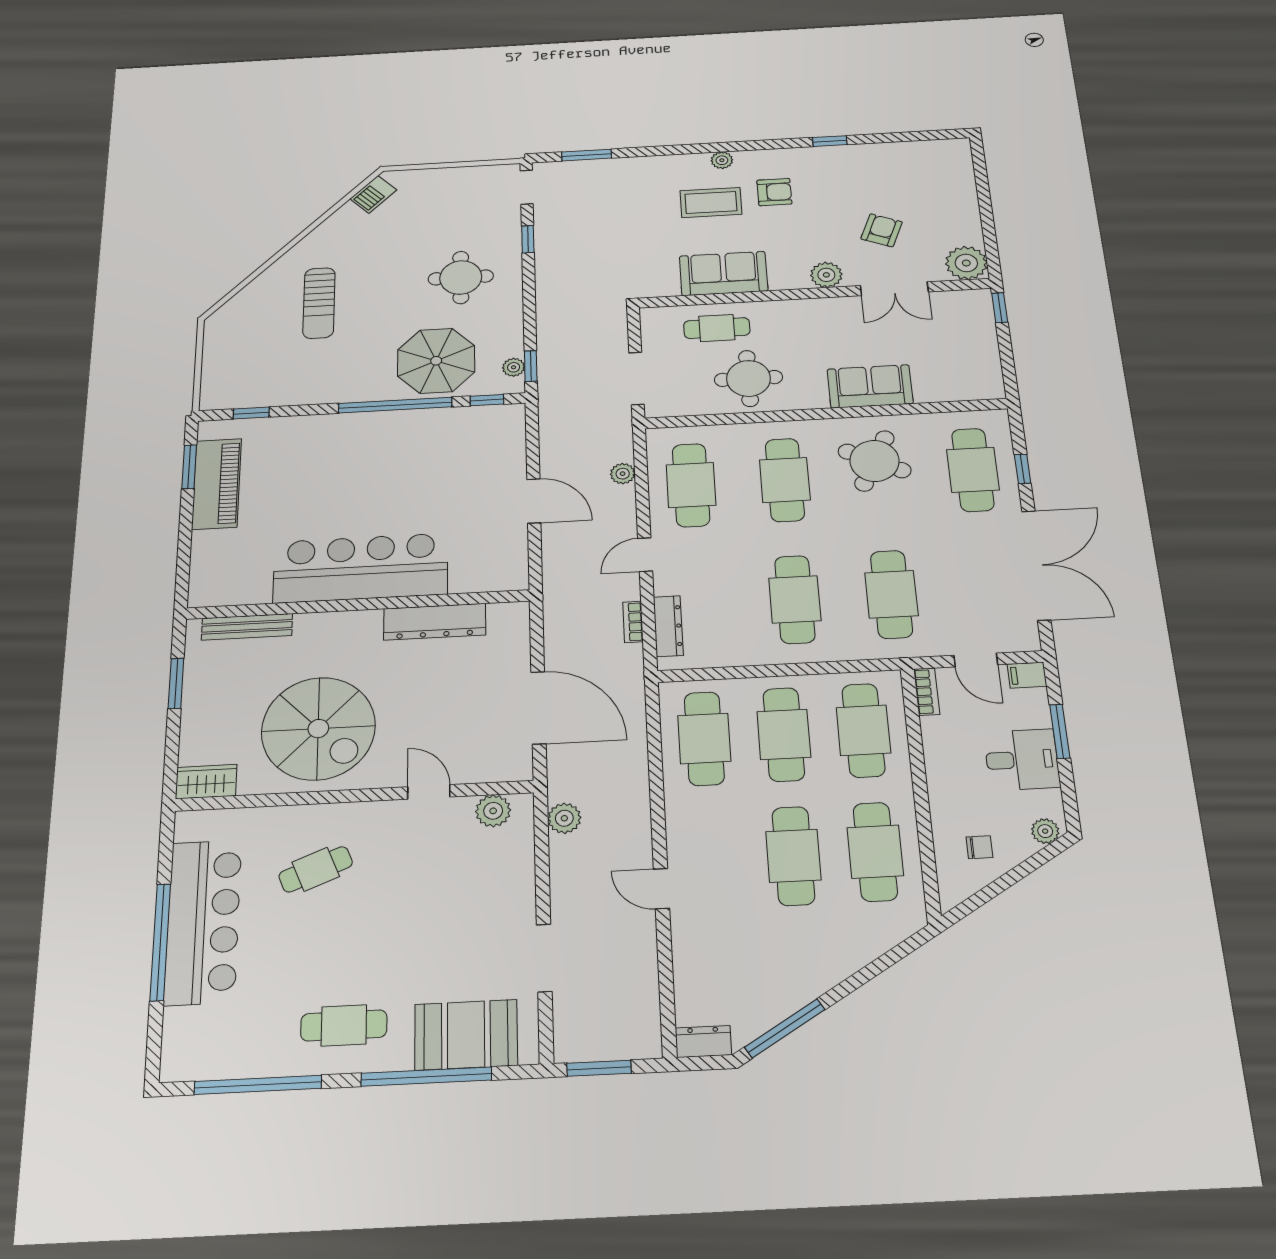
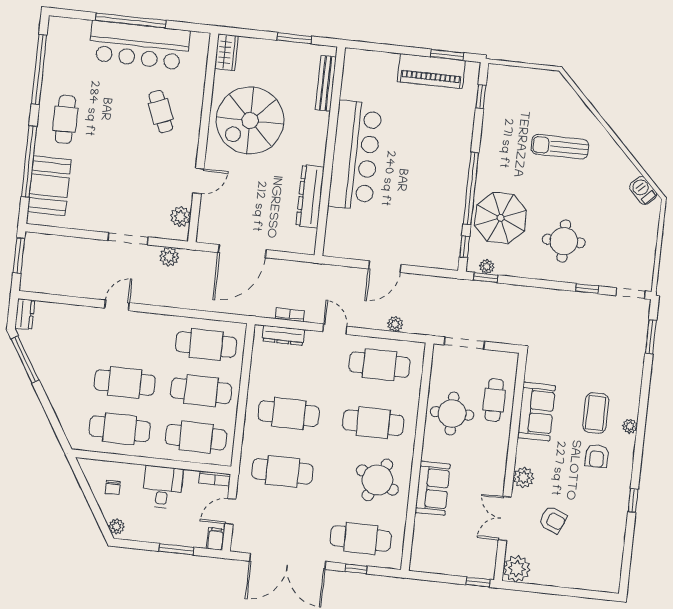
desk: (1022, 760) -> (162, 487), moved, turned 180
doorway: (544, 958) -> (128, 239), moved

